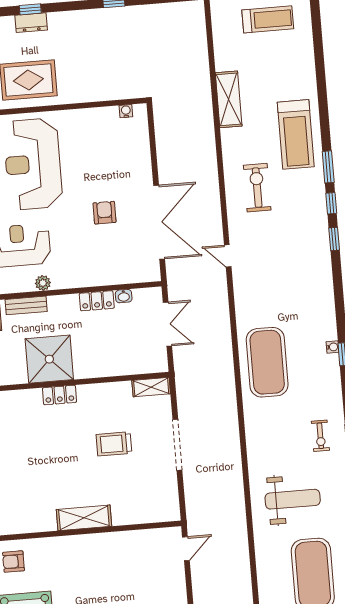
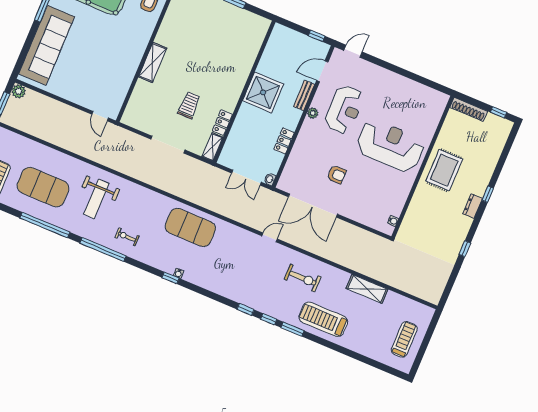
treadmill: (268, 19) -> (404, 339), turned 180
dresser: (31, 23) -> (473, 206), moved
washbasin: (124, 296) -> (270, 179), moved
locker: (60, 395) -> (222, 123), moved

